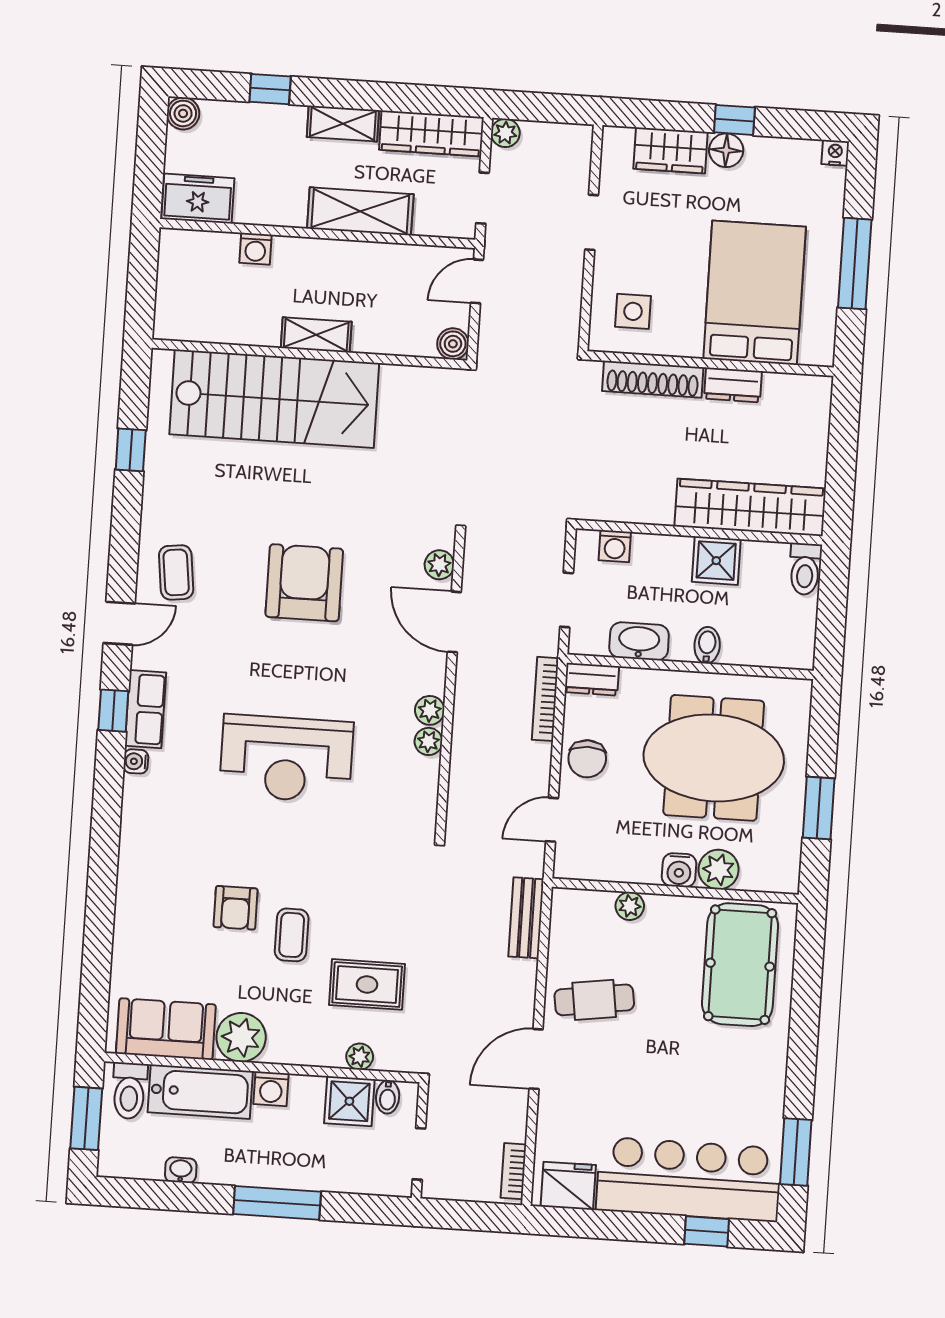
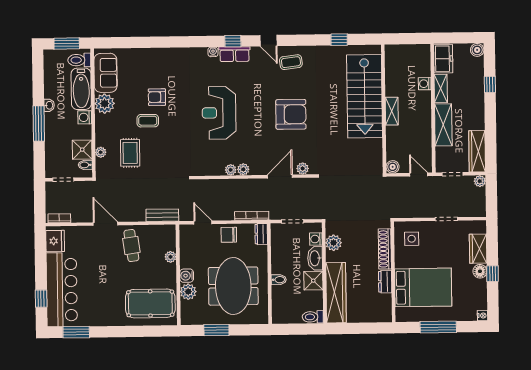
shelving: (343, 124) -> (441, 88), moved
plant: (627, 504) -> (334, 243), added
washbasin: (639, 641) -> (315, 258), moved, turned 180
washbasin: (181, 1170) -> (49, 105), moved

